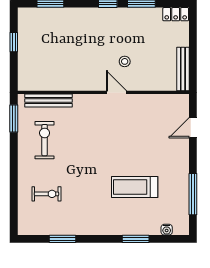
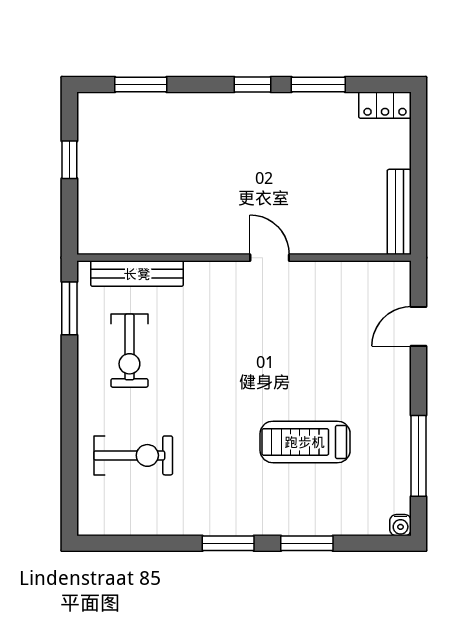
stool: (125, 61) -> (286, 197), removed
exercise bike: (45, 140) -> (129, 351), turned 180
exercise bike: (47, 194) -> (133, 455), width x1.38, depth x1.39
water cooler: (167, 230) -> (401, 525), moved
window: (63, 239) -> (228, 543), moved

